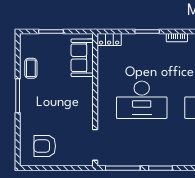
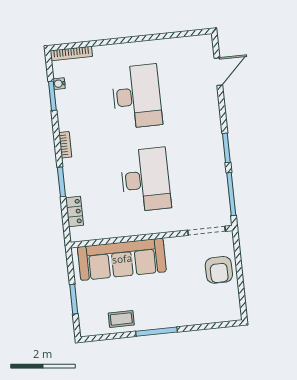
locker: (109, 40) -> (74, 211), moved
sofa: (82, 58) -> (122, 259), width x1.85, depth x1.27
armchair: (45, 146) -> (219, 270), moved

